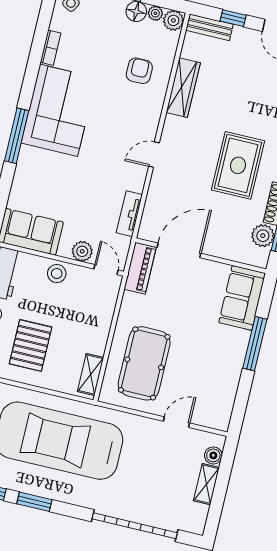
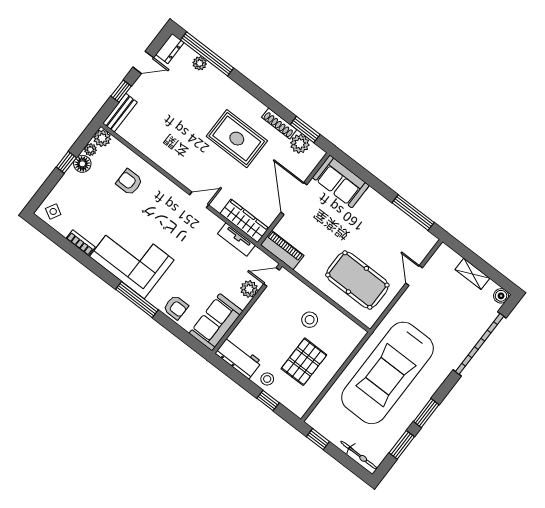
wardrobe: (183, 88) -> (244, 221), moved
door: (154, 155) -> (199, 200), swing flipped
armchair: (27, 181) -> (176, 307), added
door: (179, 250) -> (294, 199), moved
stool: (57, 274) -> (310, 320), moved
window: (255, 344) -> (413, 213), moved
pallet: (31, 345) -> (304, 362), turned 90
shelving: (90, 374) -> (347, 325), removed
boiler: (213, 455) -> (501, 296), moved

